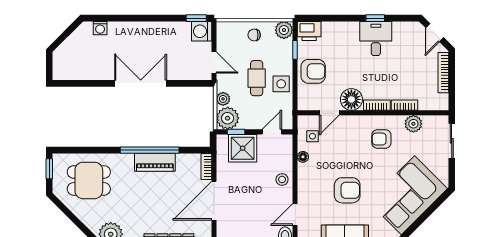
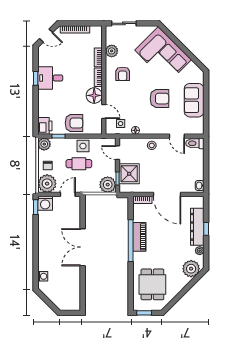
armchair: (313, 71) -> (74, 123), turned 90
plant: (223, 99) -> (47, 184), moved, width x1.88, depth x1.88
armchair: (347, 190) -> (160, 99), turned 90

